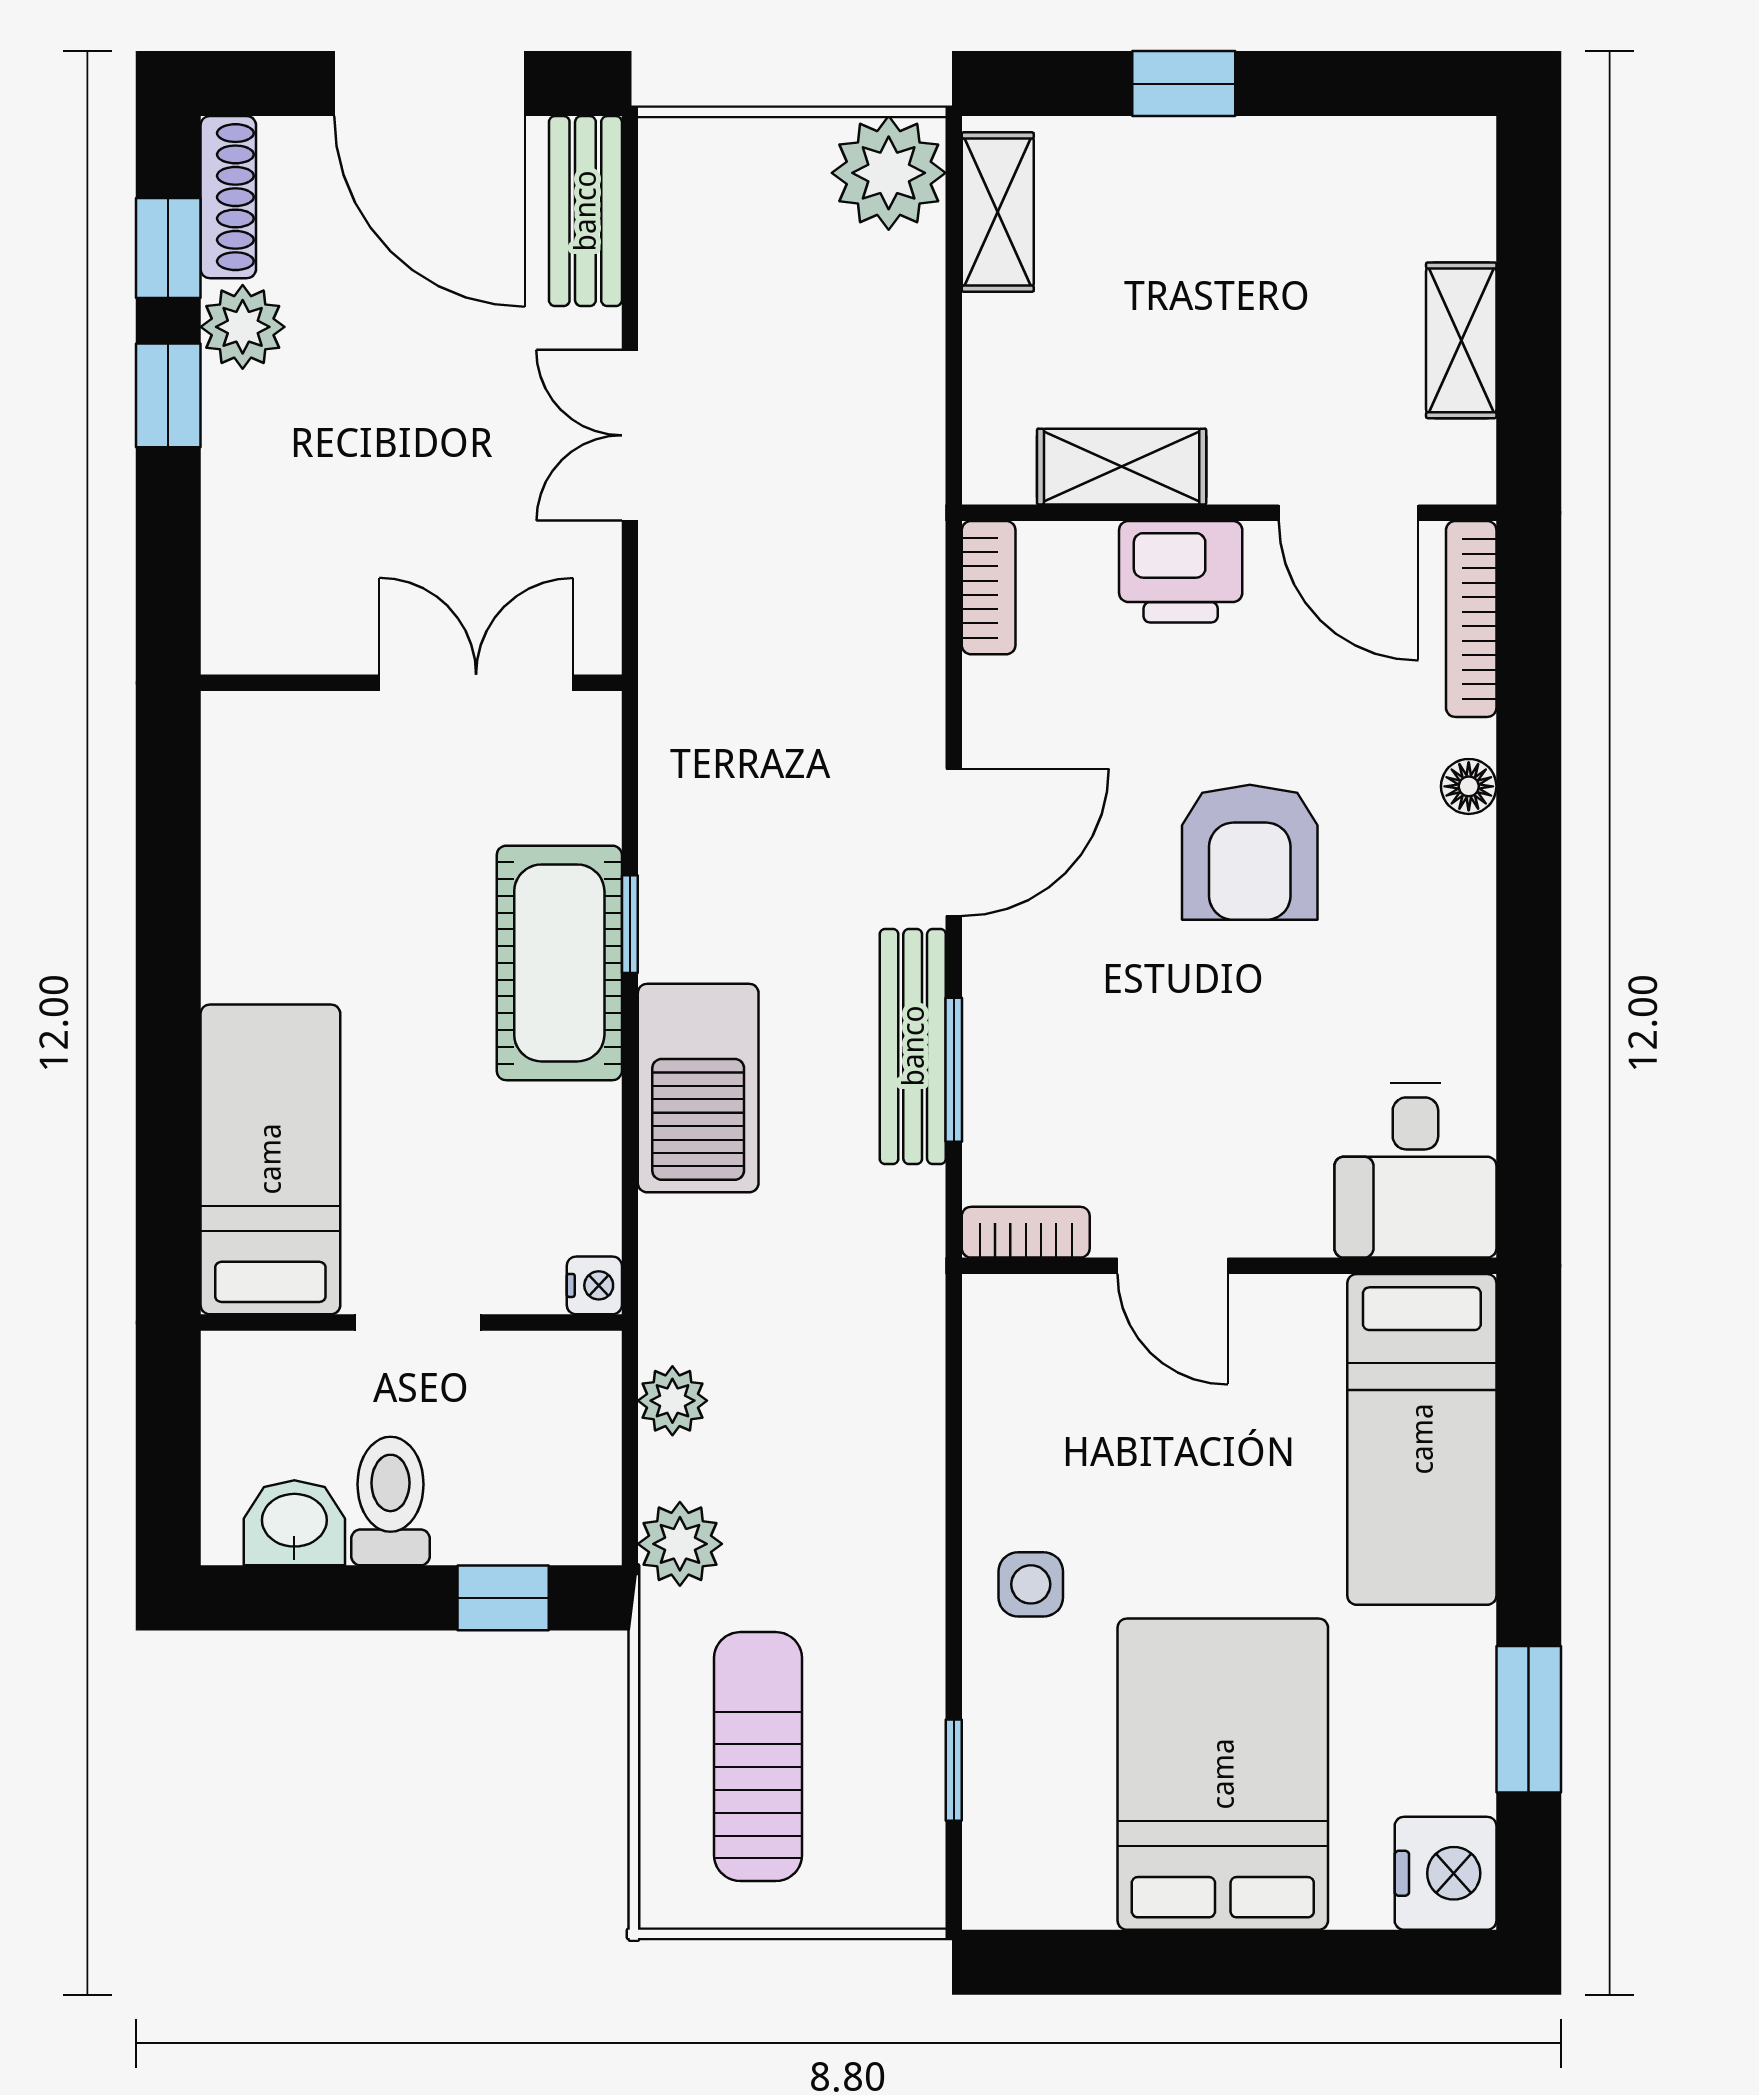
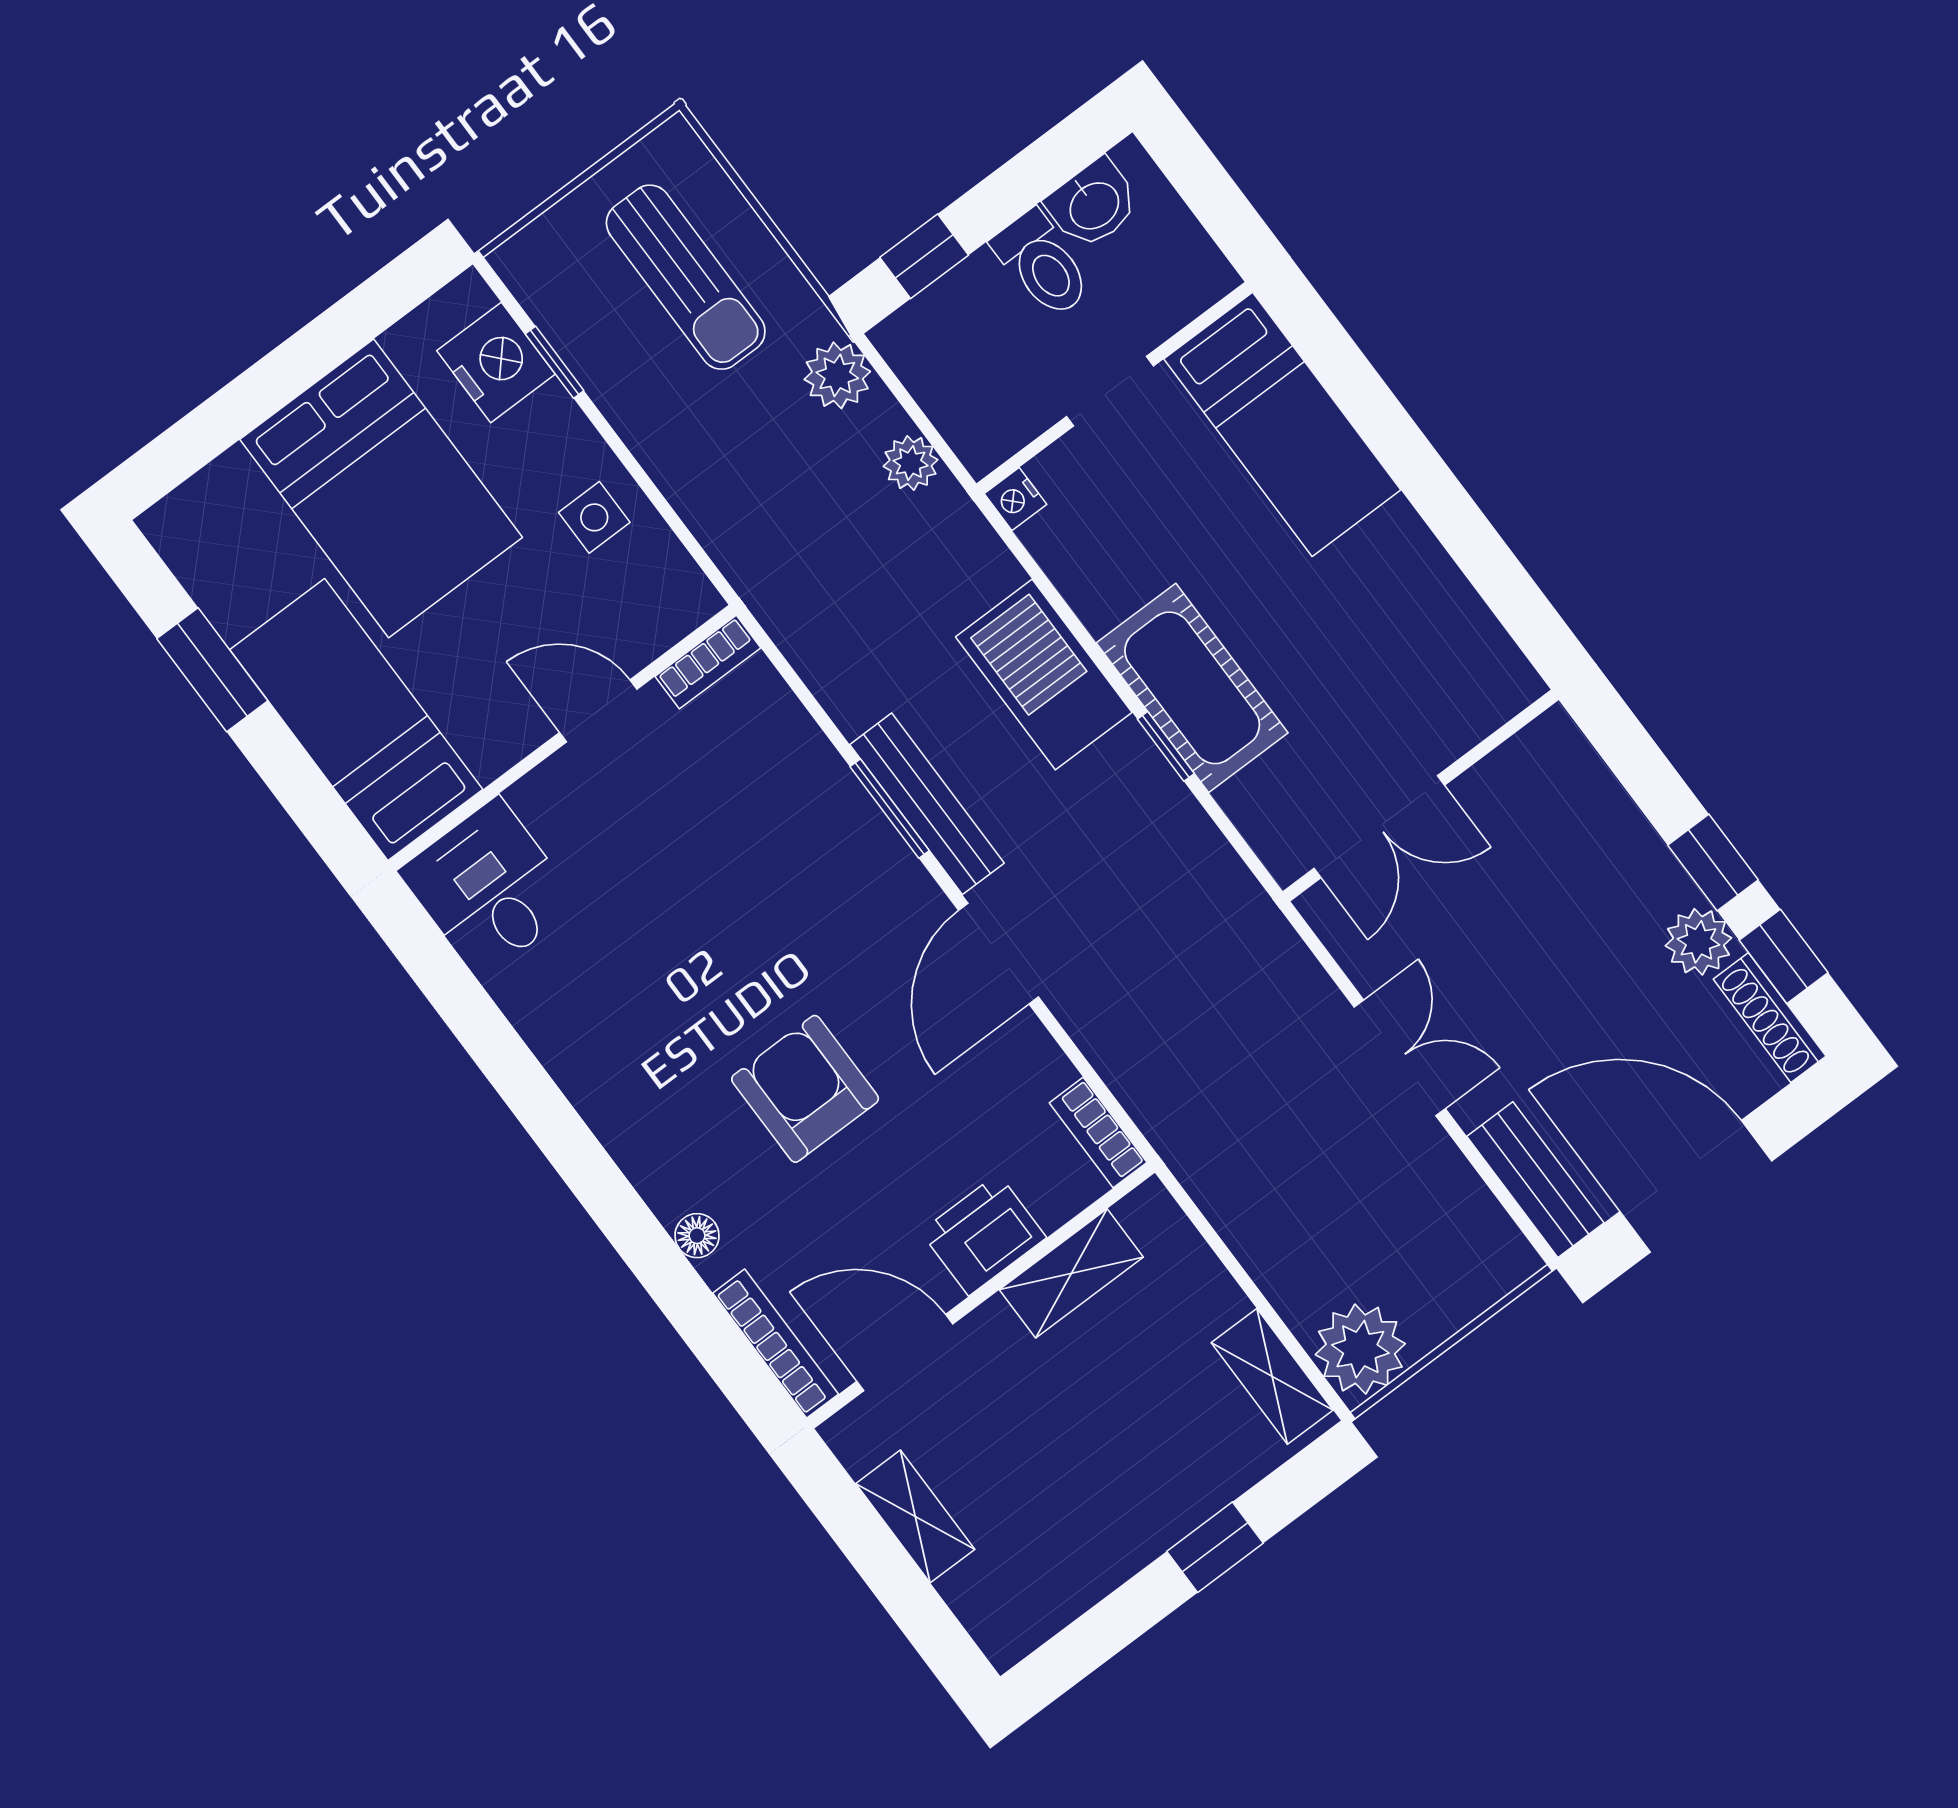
desk: (1415, 1171) -> (489, 888), moved
bookcase: (1026, 1232) -> (708, 662), moved
door: (1173, 1266) -> (598, 711), moved
wall: (1229, 1266) -> (562, 738), moved
bed: (1422, 1439) -> (356, 720), moved
nightstand: (1446, 1873) -> (496, 362), moved, turned 180

